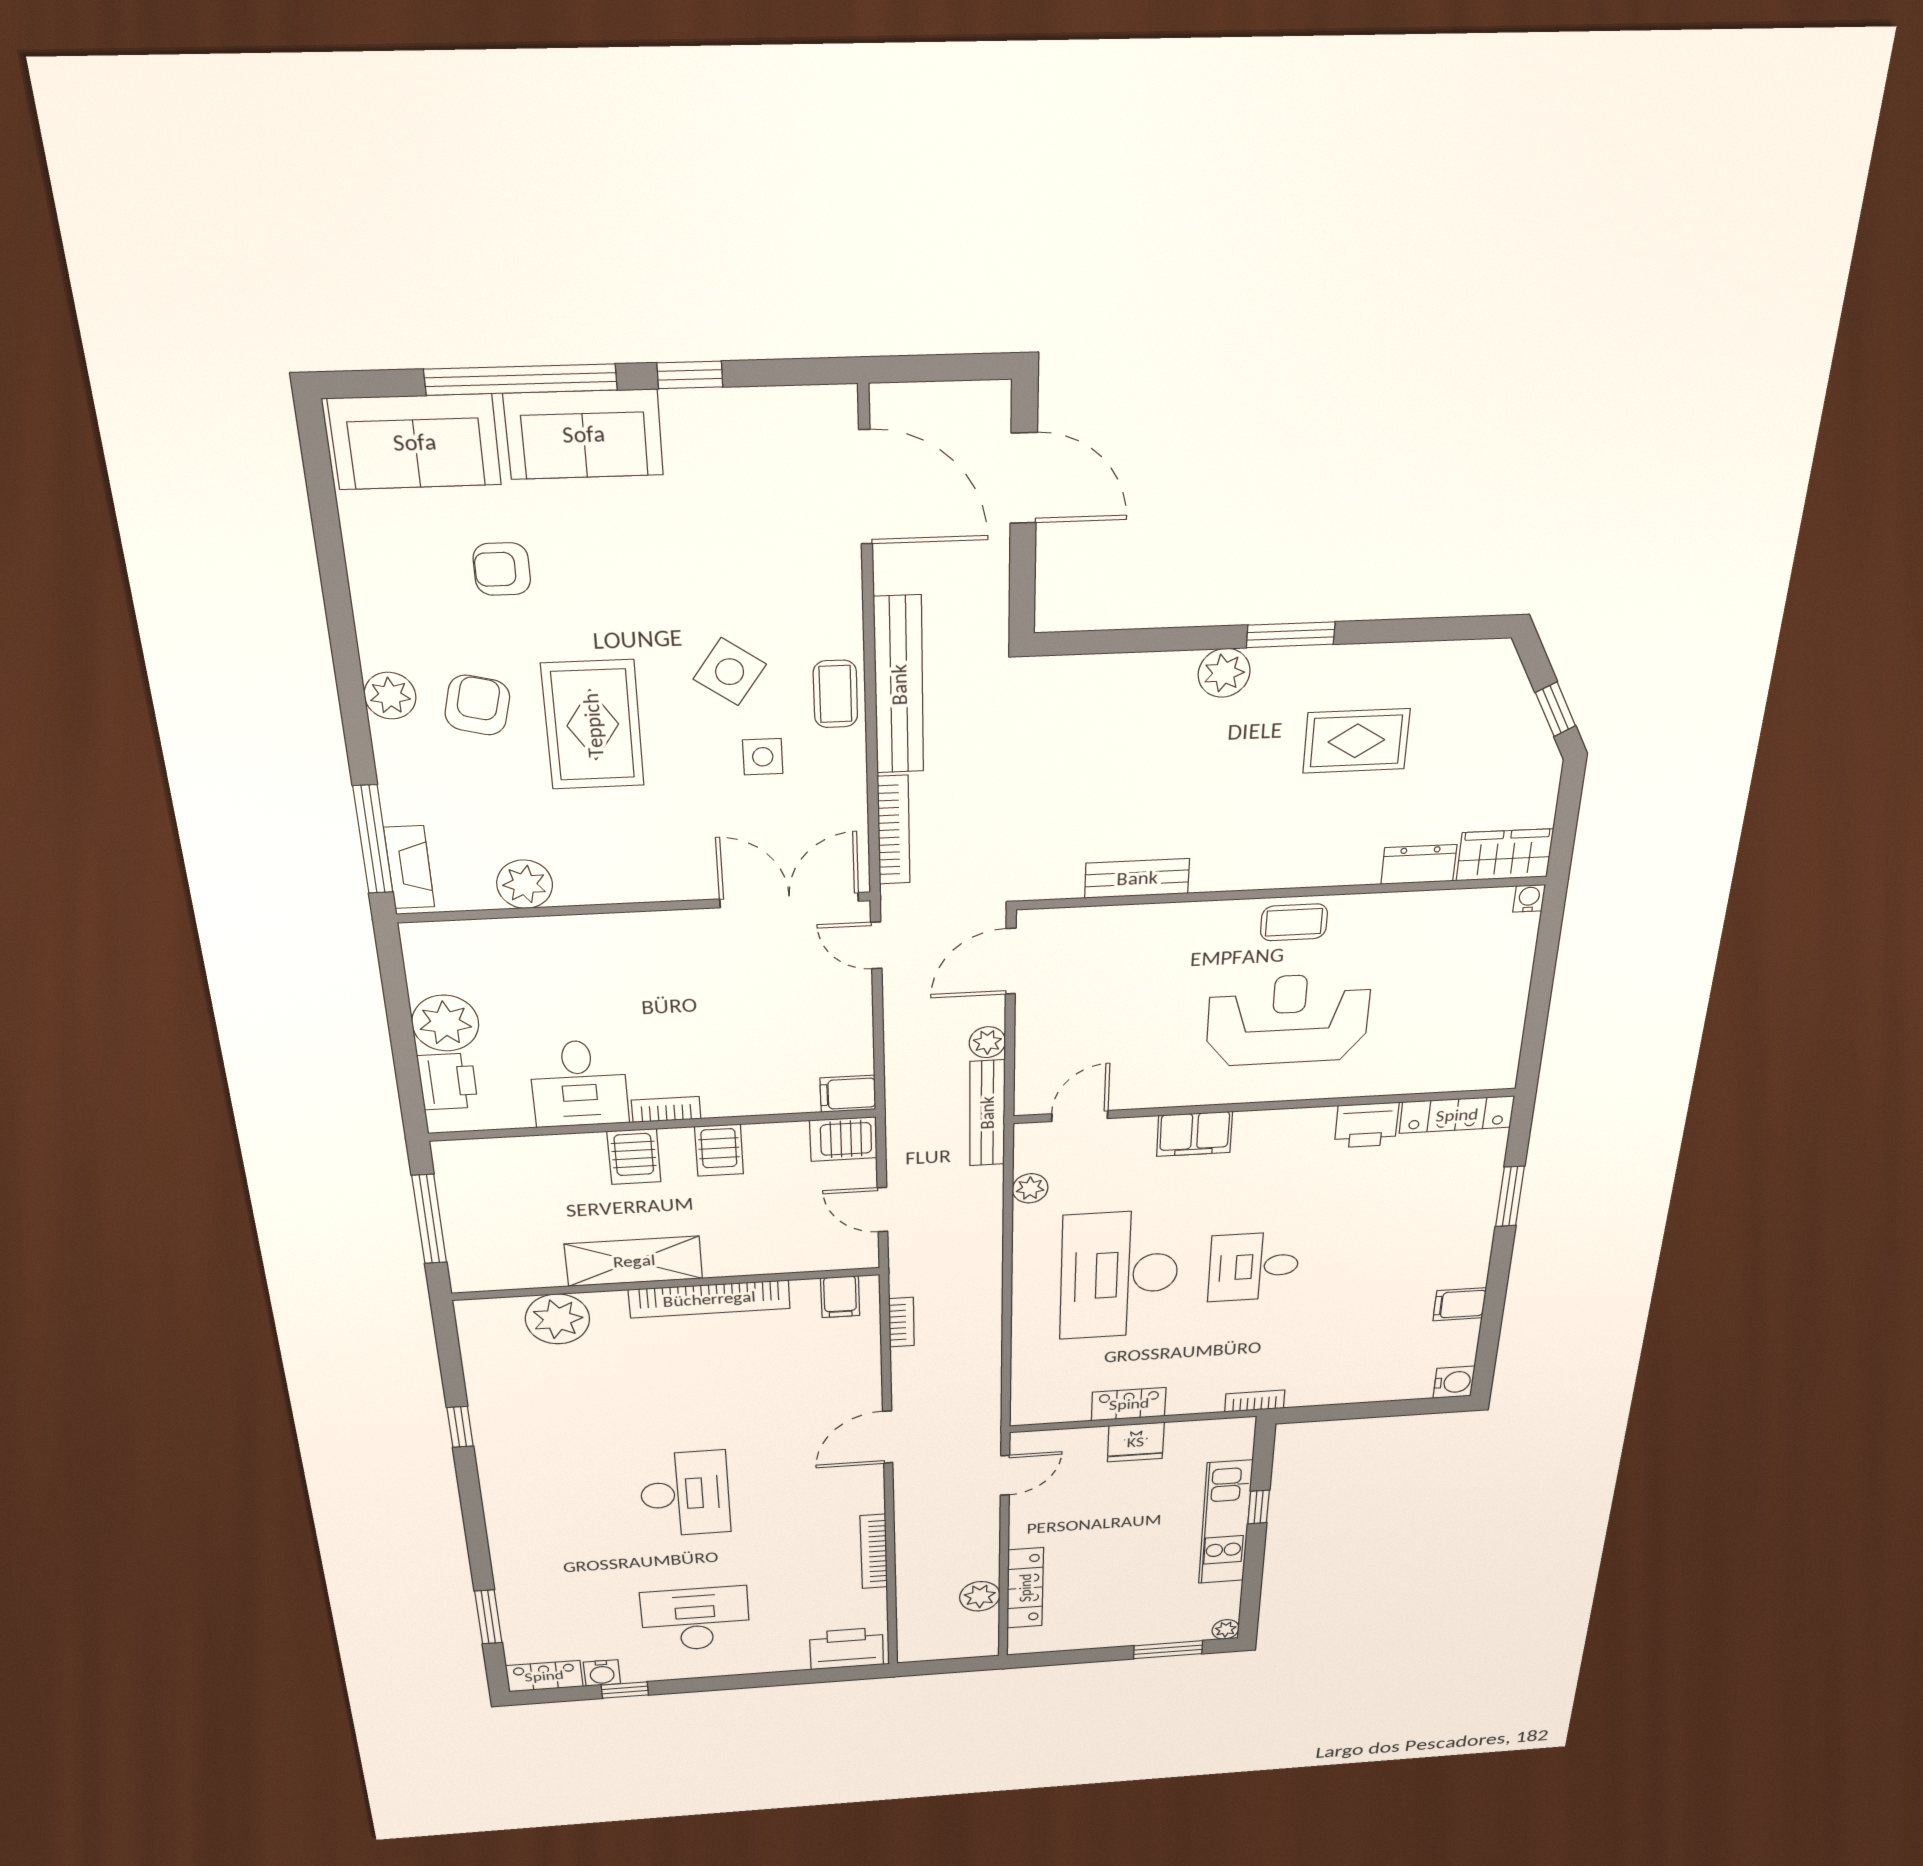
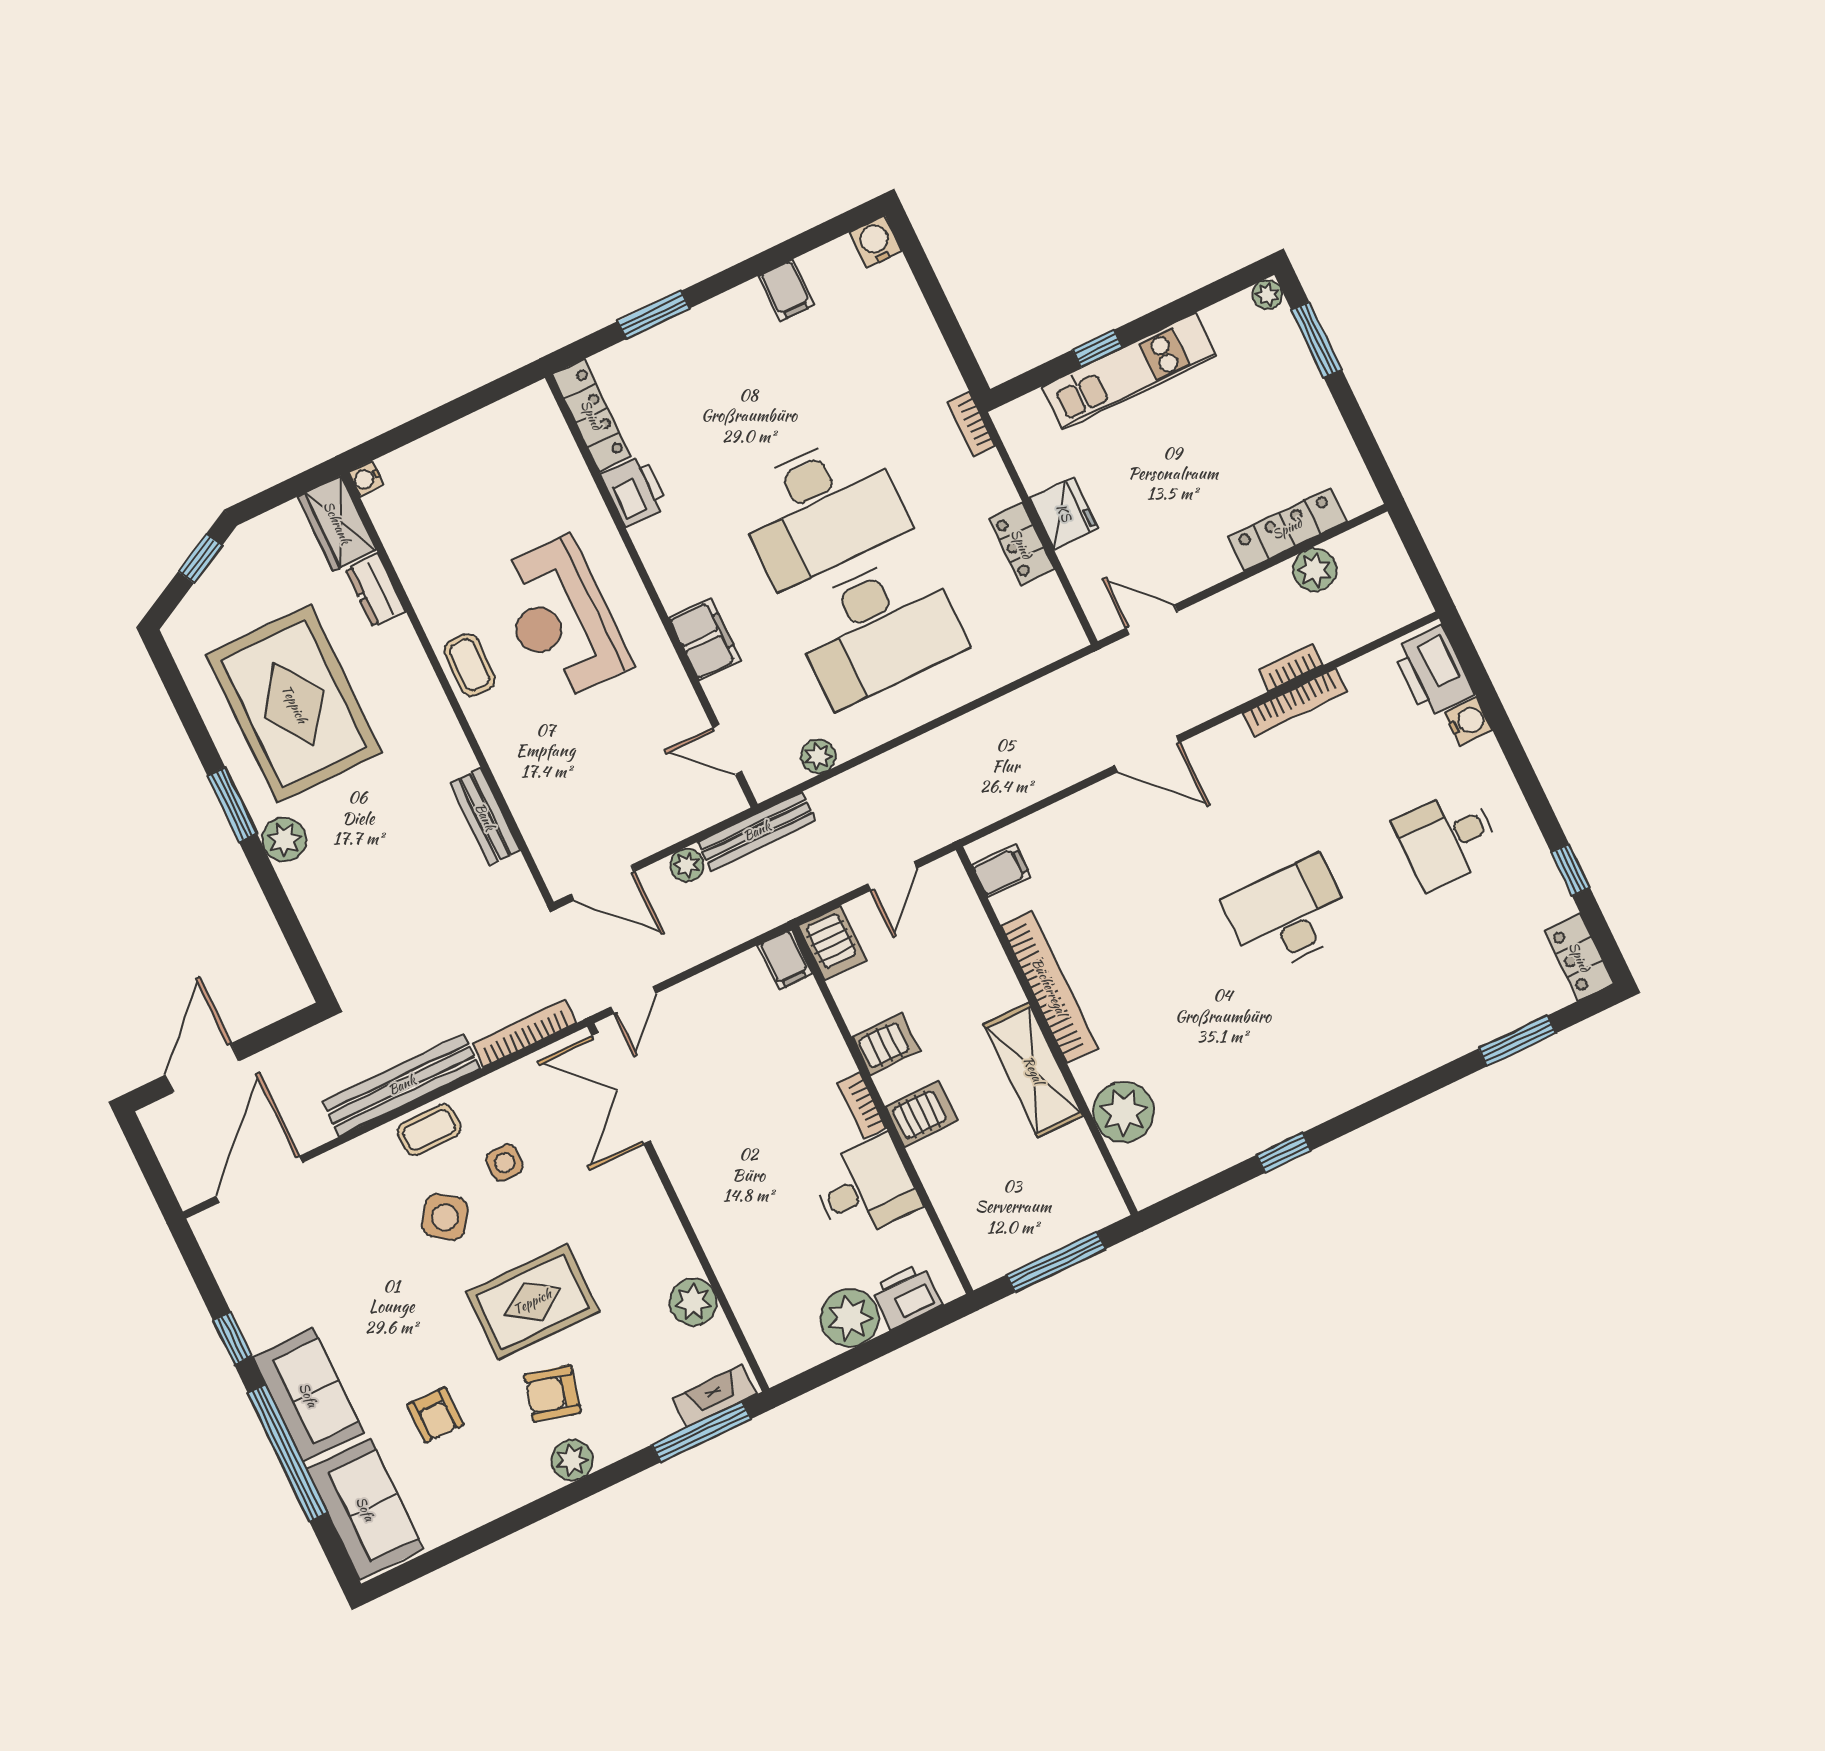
rug: (1356, 741) -> (294, 704), width x1.86, depth x2.06
desk: (1254, 1267) -> (821, 510), width x1.87, depth x1.30
bookcase: (901, 1322) -> (1291, 667), moved
desk: (695, 1619) -> (1447, 839), width x0.73
water cooler: (602, 1673) -> (1468, 721), moved

